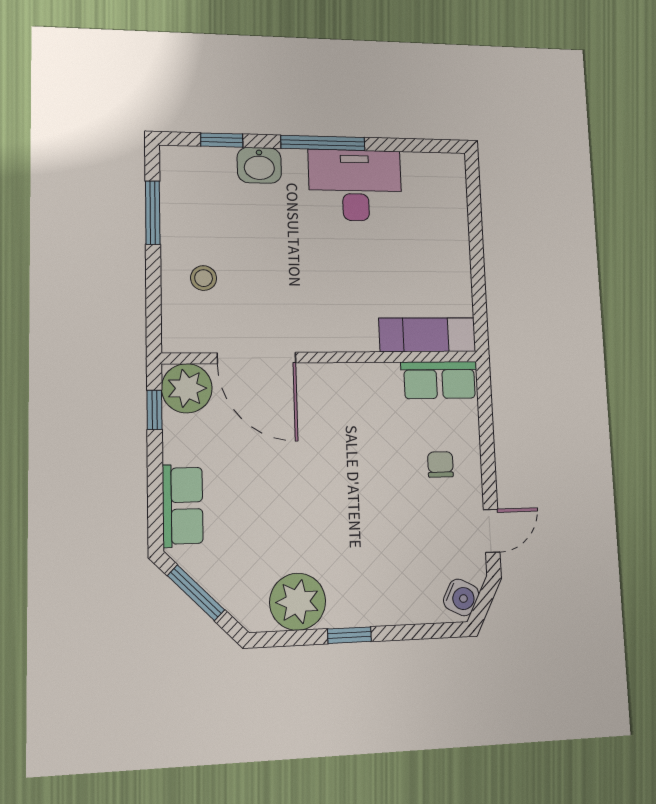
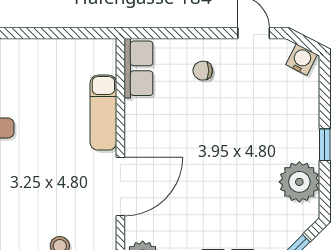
exam couch: (427, 335) -> (103, 113), moved
door: (257, 358) -> (120, 187), moved

